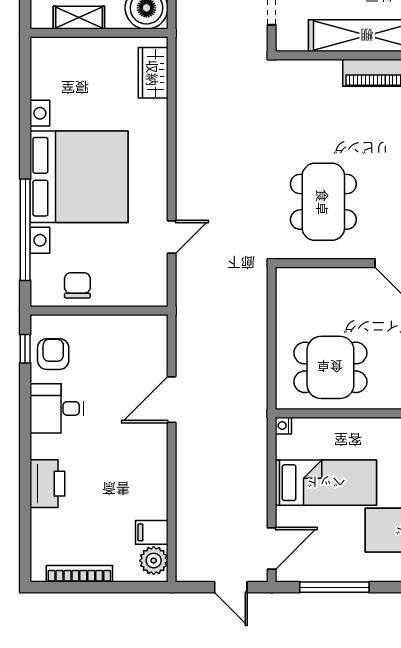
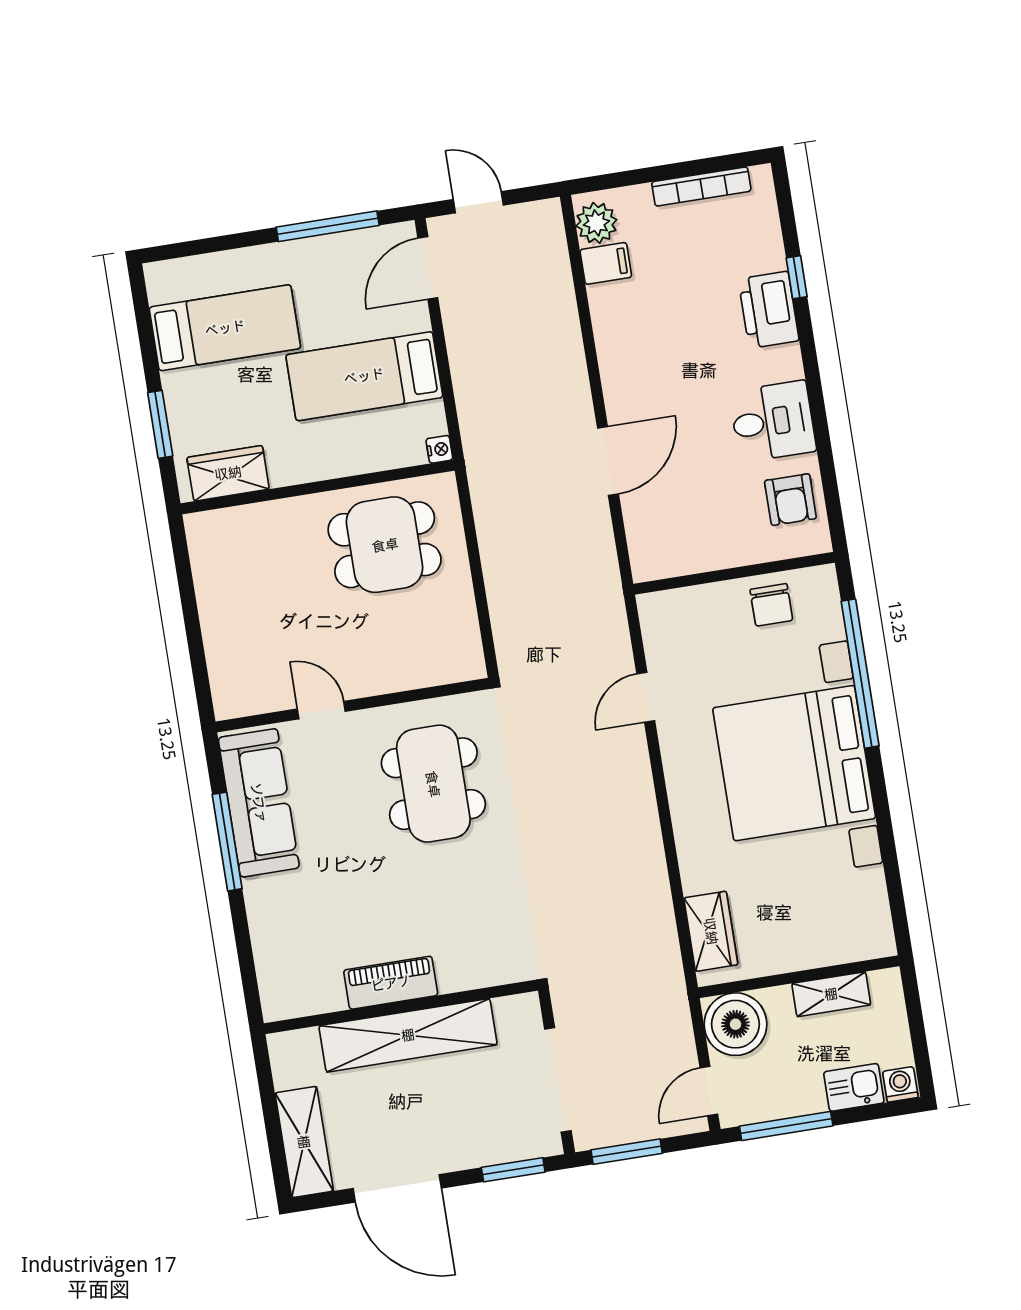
window: (25, 349) -> (797, 277), moved

